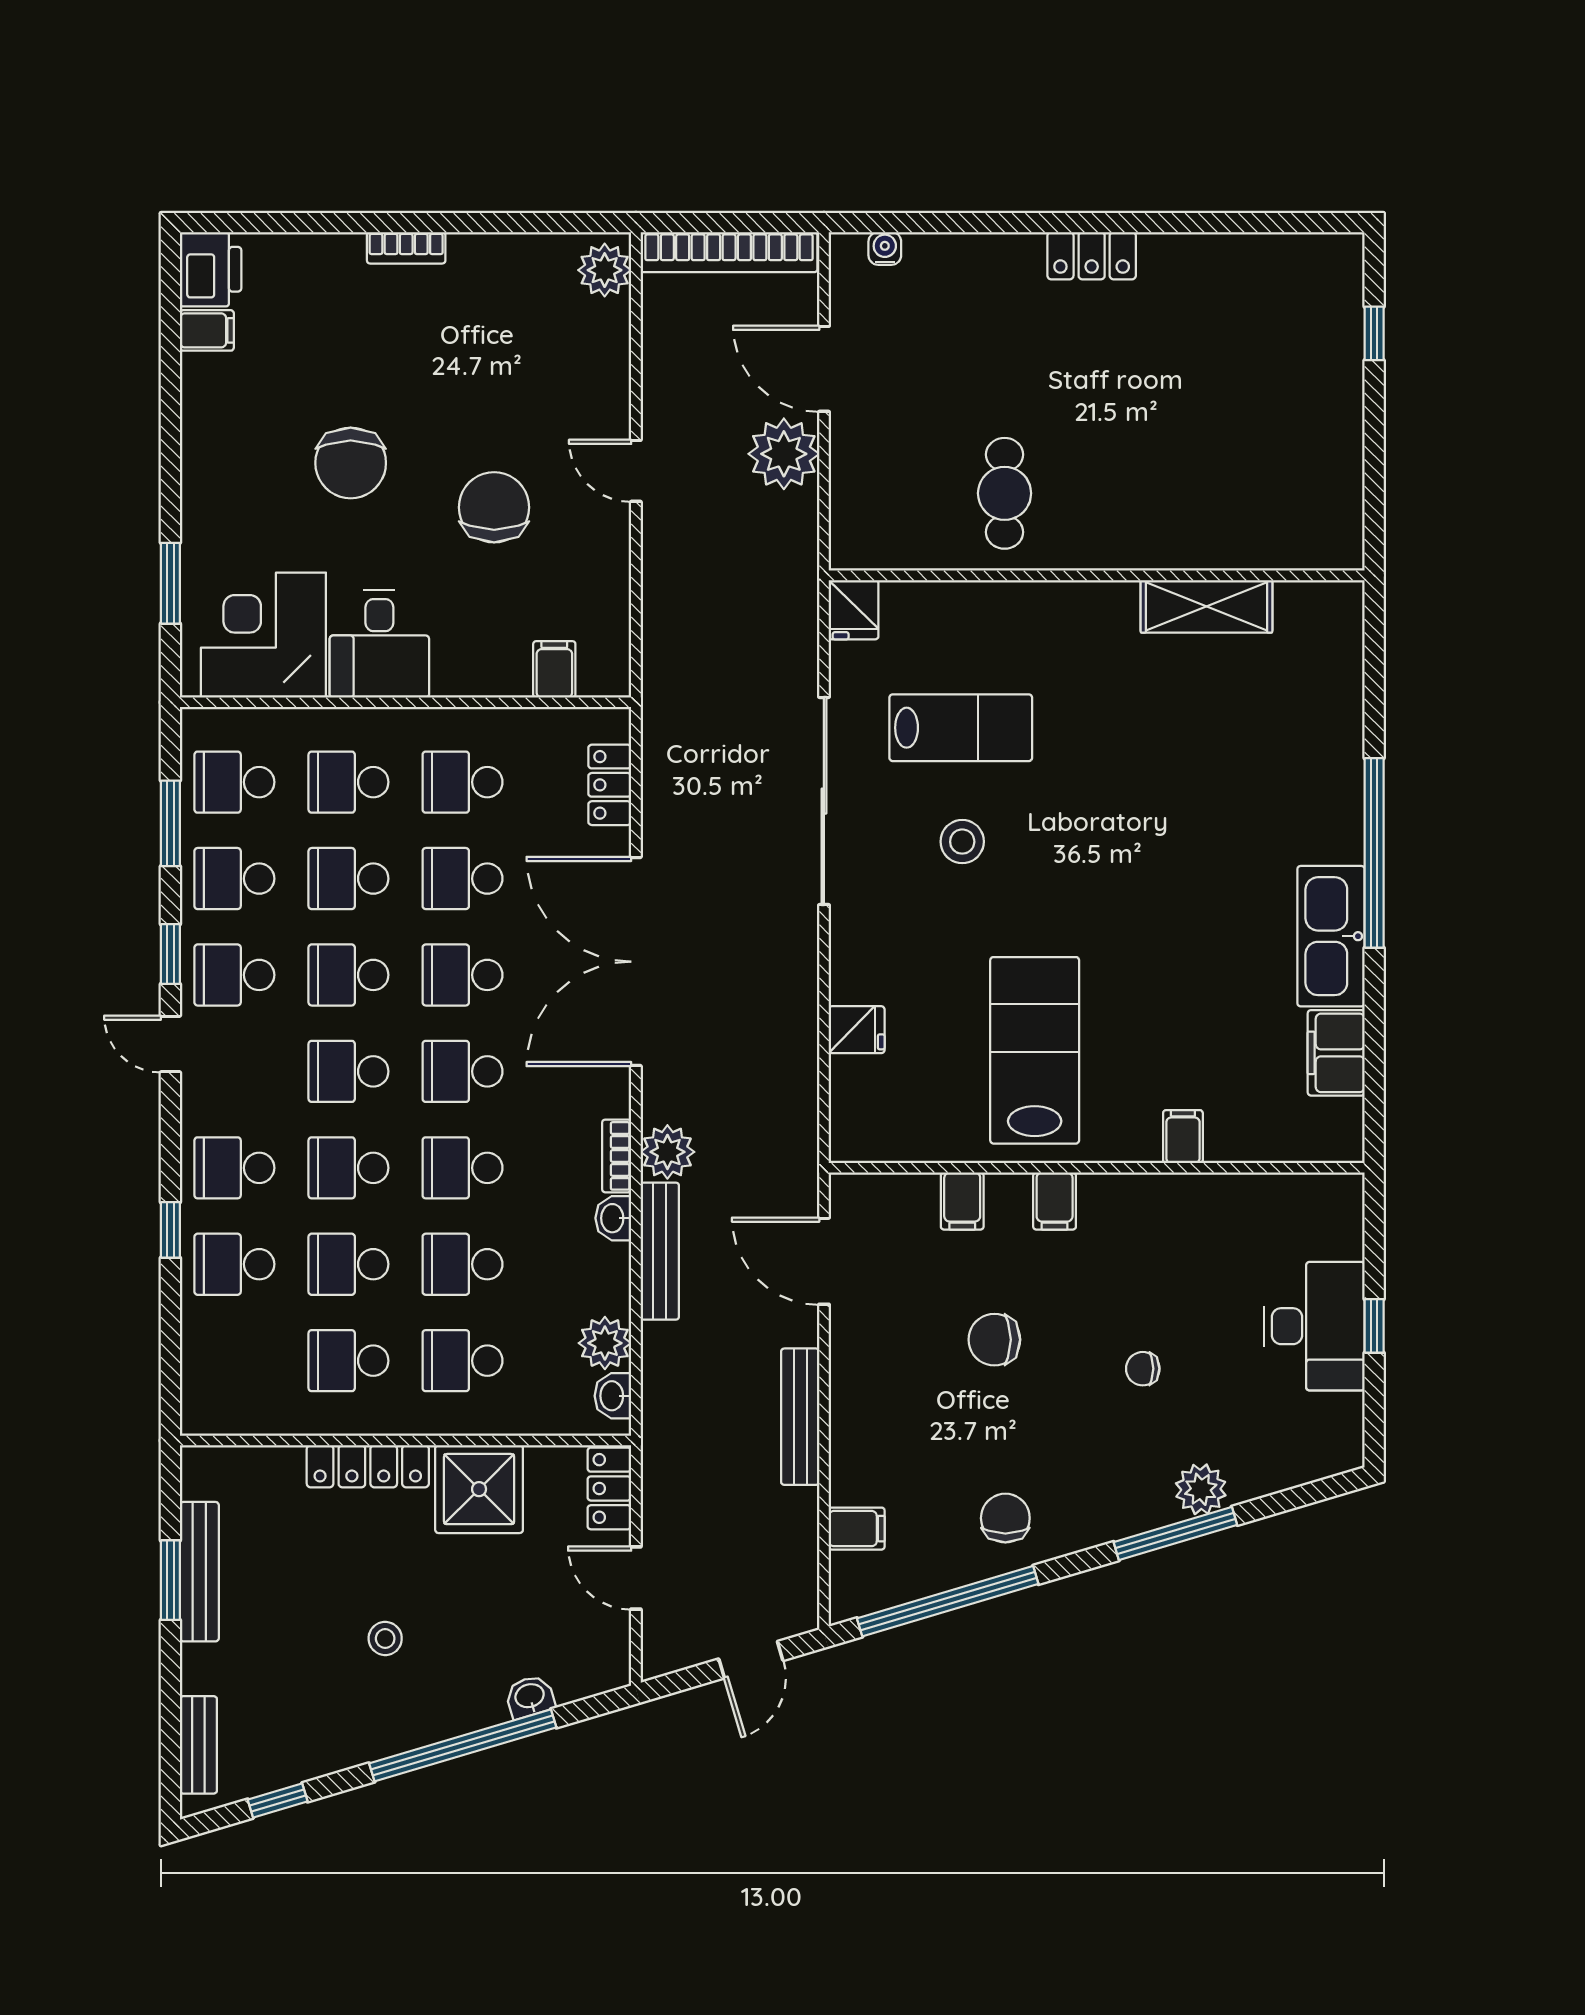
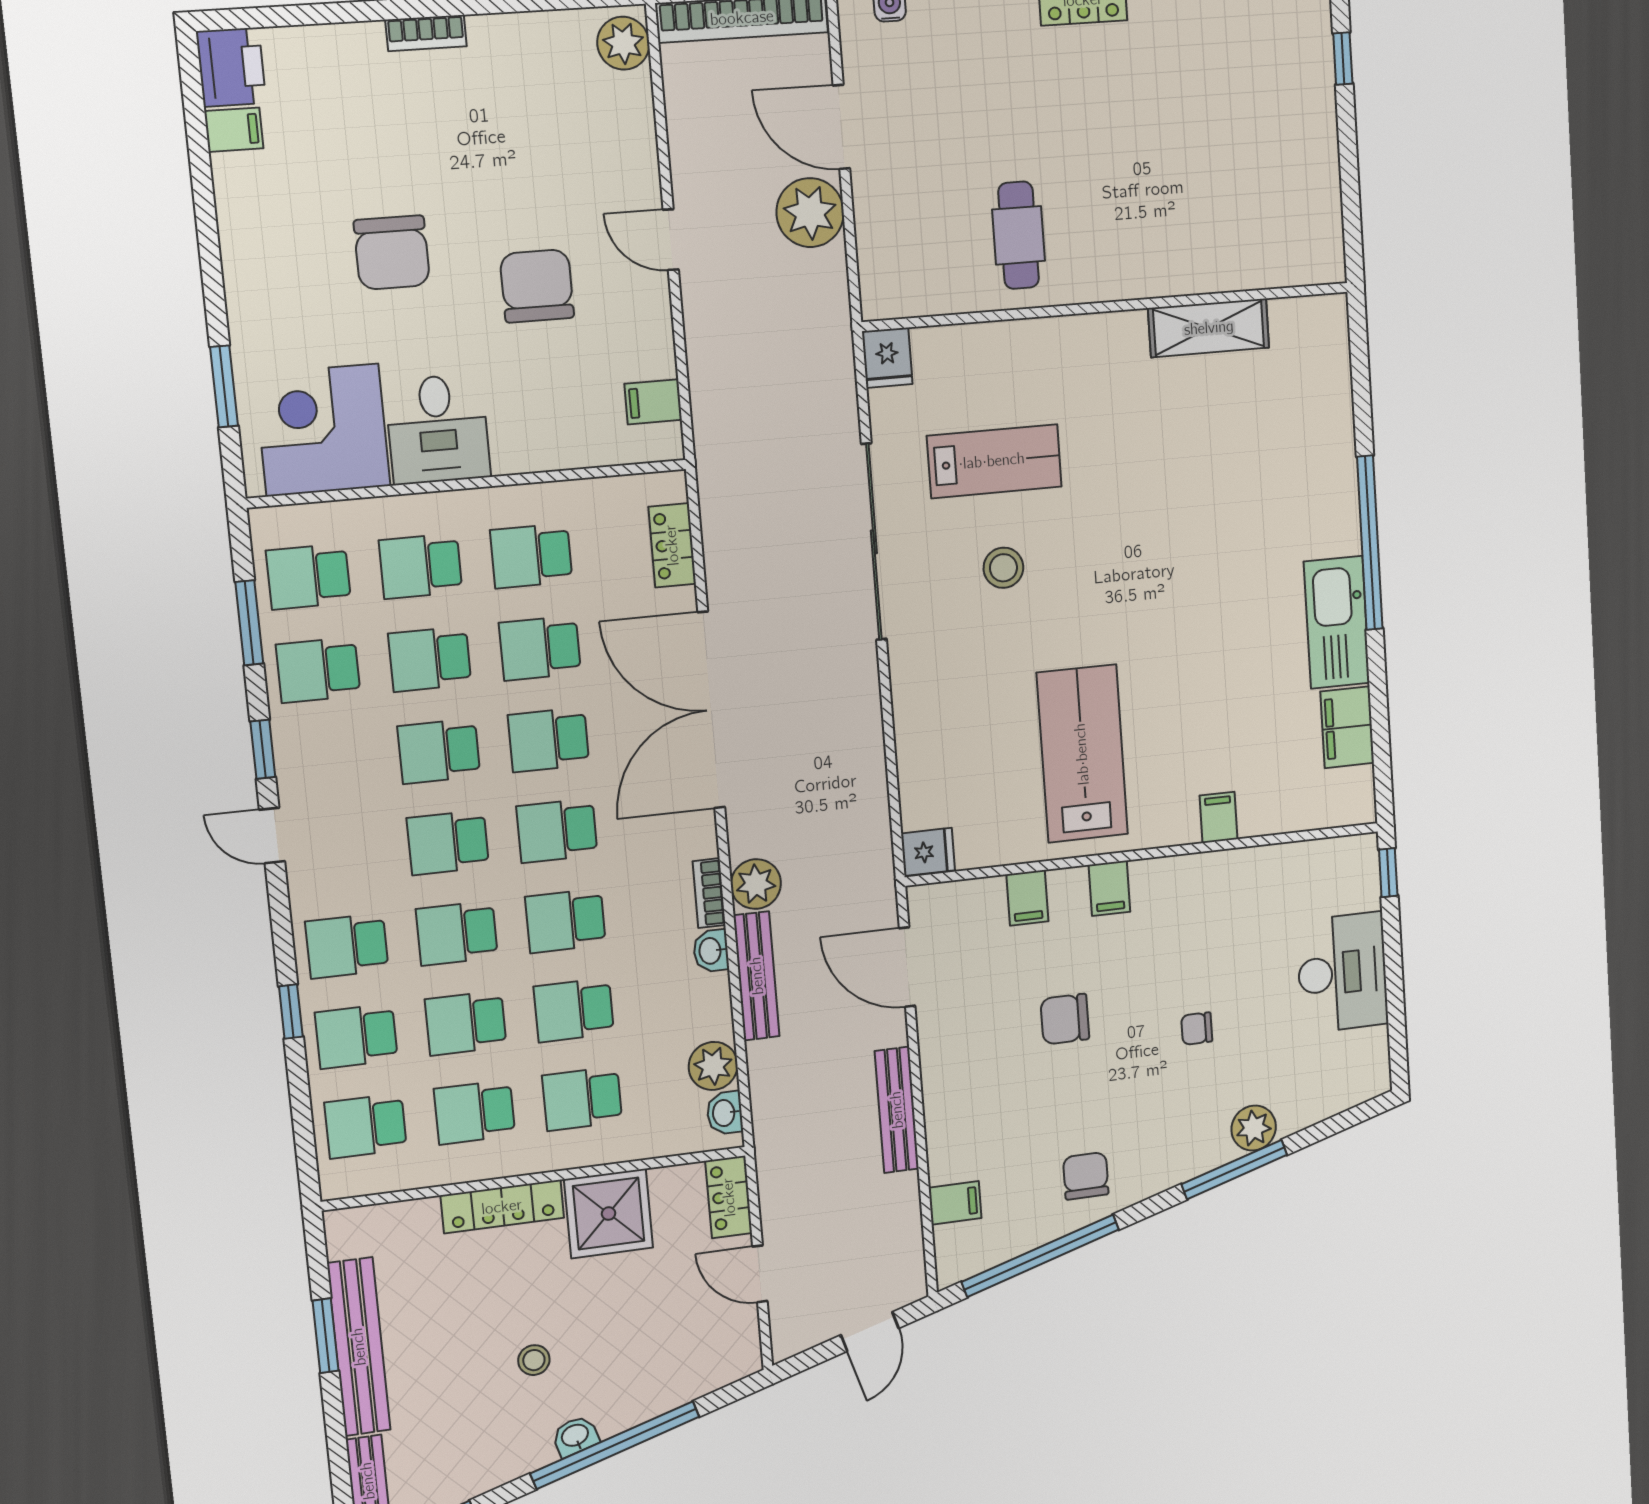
filing cabinet: (554, 669) -> (653, 402), moved, turned -90
school desk: (234, 975) -> (366, 1126), moved
fridge: (857, 1030) -> (928, 852), moved
window: (1374, 1326) -> (1388, 873), moved
bench: (199, 1572) -> (359, 1347), width x1.37, depth x1.21
washbasin: (530, 1697) -> (575, 1436), moved

